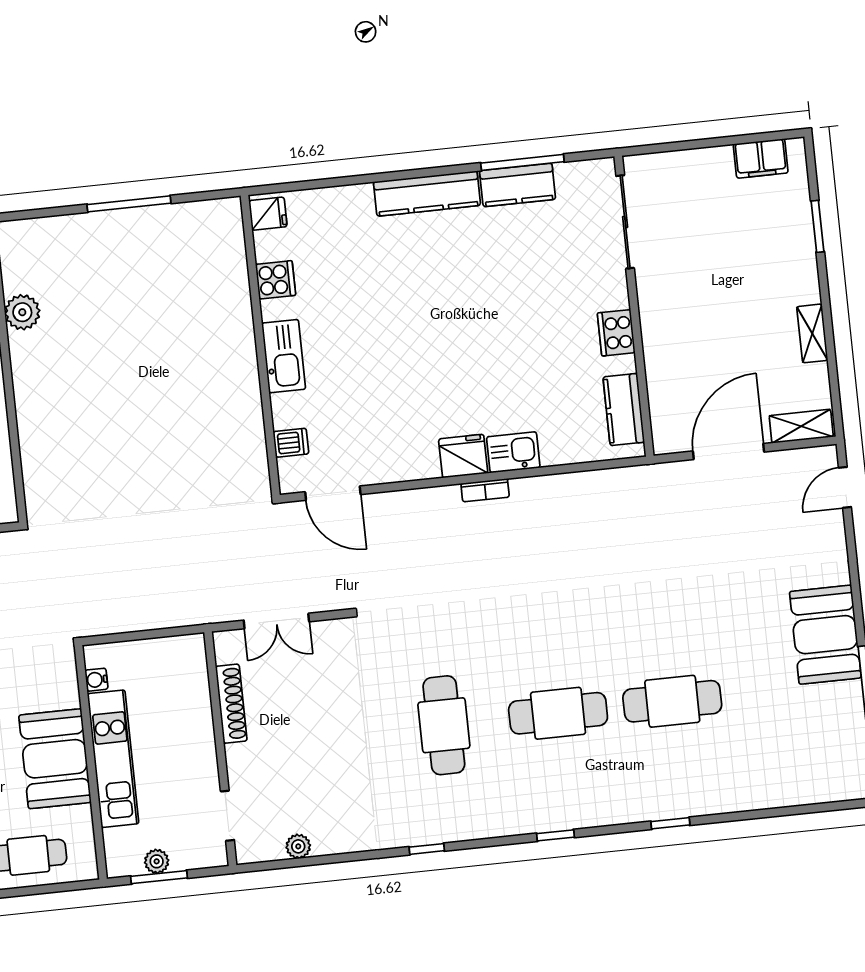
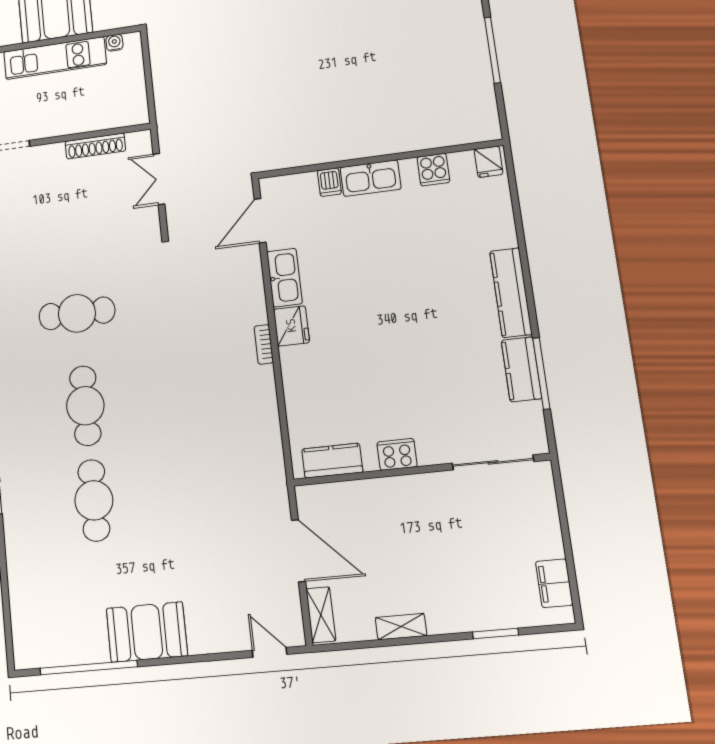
dishwasher: (291, 443) -> (329, 182), moved
kitchen sink: (513, 452) -> (284, 278), moved, width x1.38

